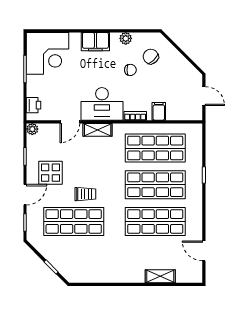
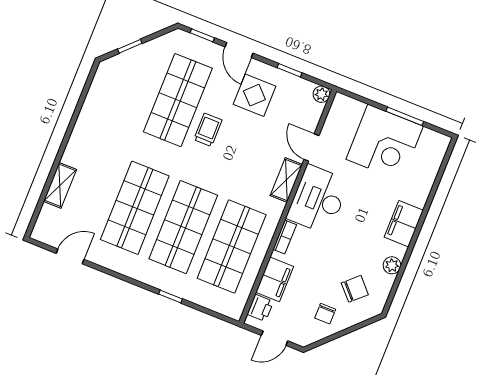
corner desk: (48, 53) -> (385, 143), moved, turned -90
chair: (130, 70) -> (325, 314), moved
printer: (34, 105) -> (260, 308), moved, turned -90
filing cabinet: (159, 111) -> (275, 279), width x2.00
trolley: (85, 194) -> (208, 130), turned 180

